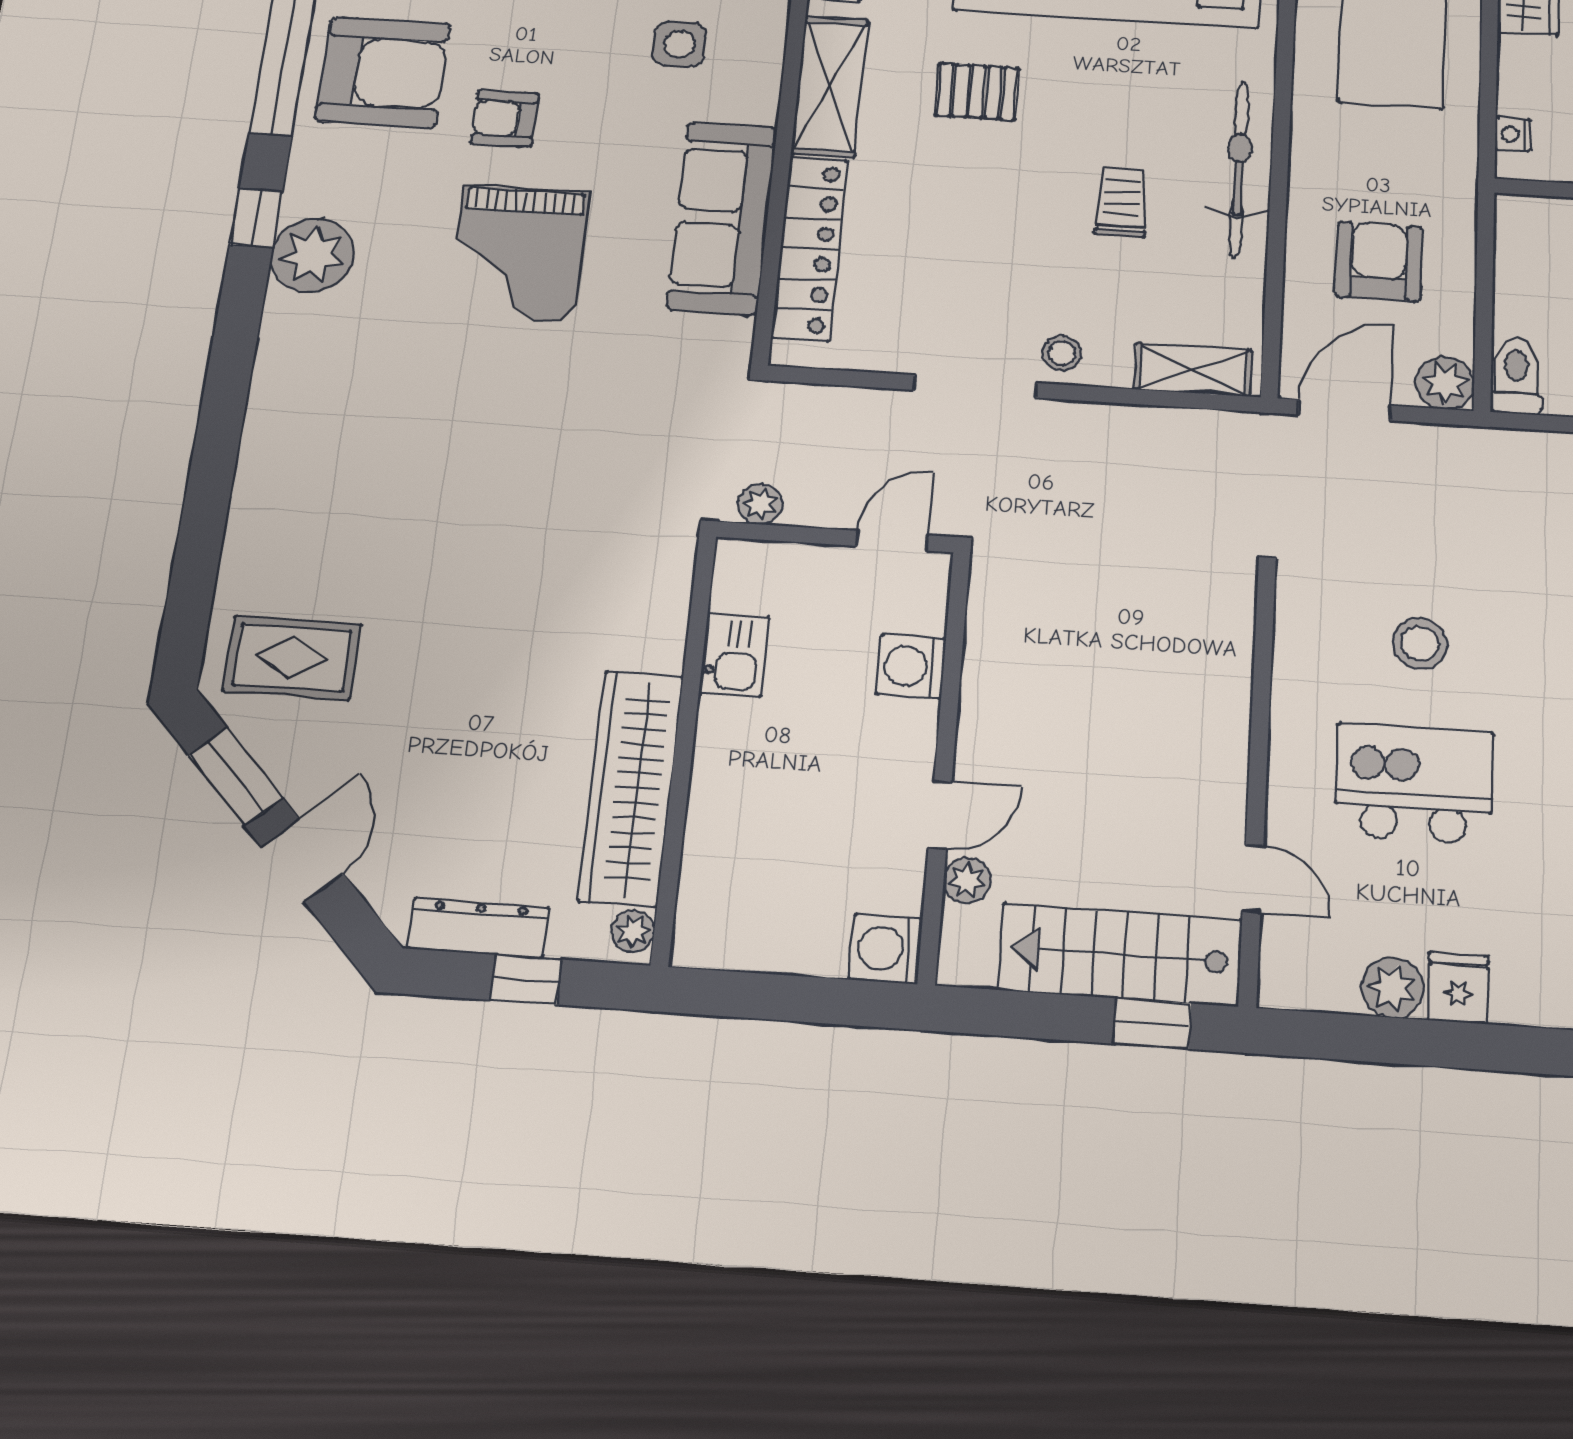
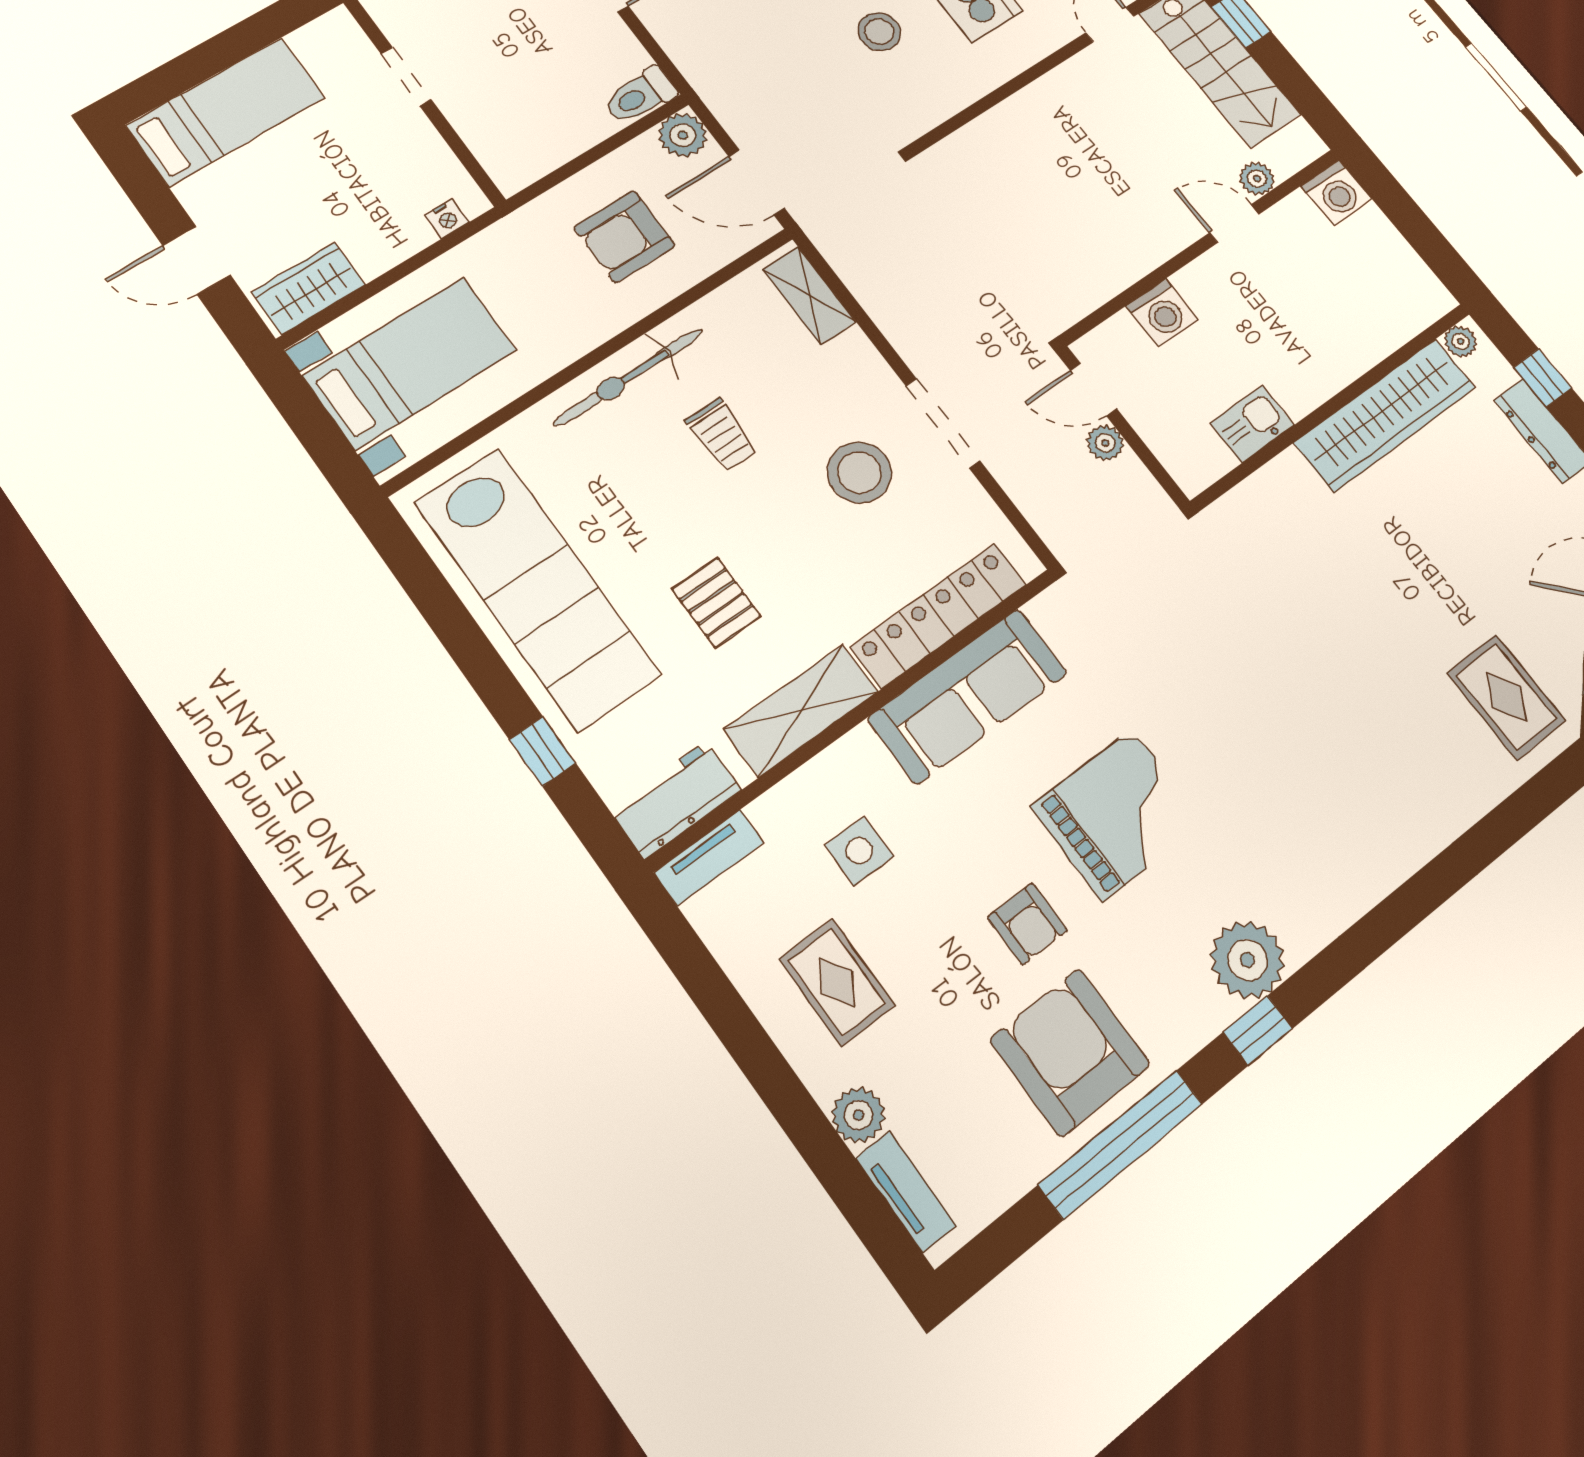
trolley: (1121, 202) -> (722, 435), turned -90
stool: (1062, 353) -> (859, 473), moved, width x1.89, depth x1.89
plant: (760, 504) -> (1105, 443), moved

